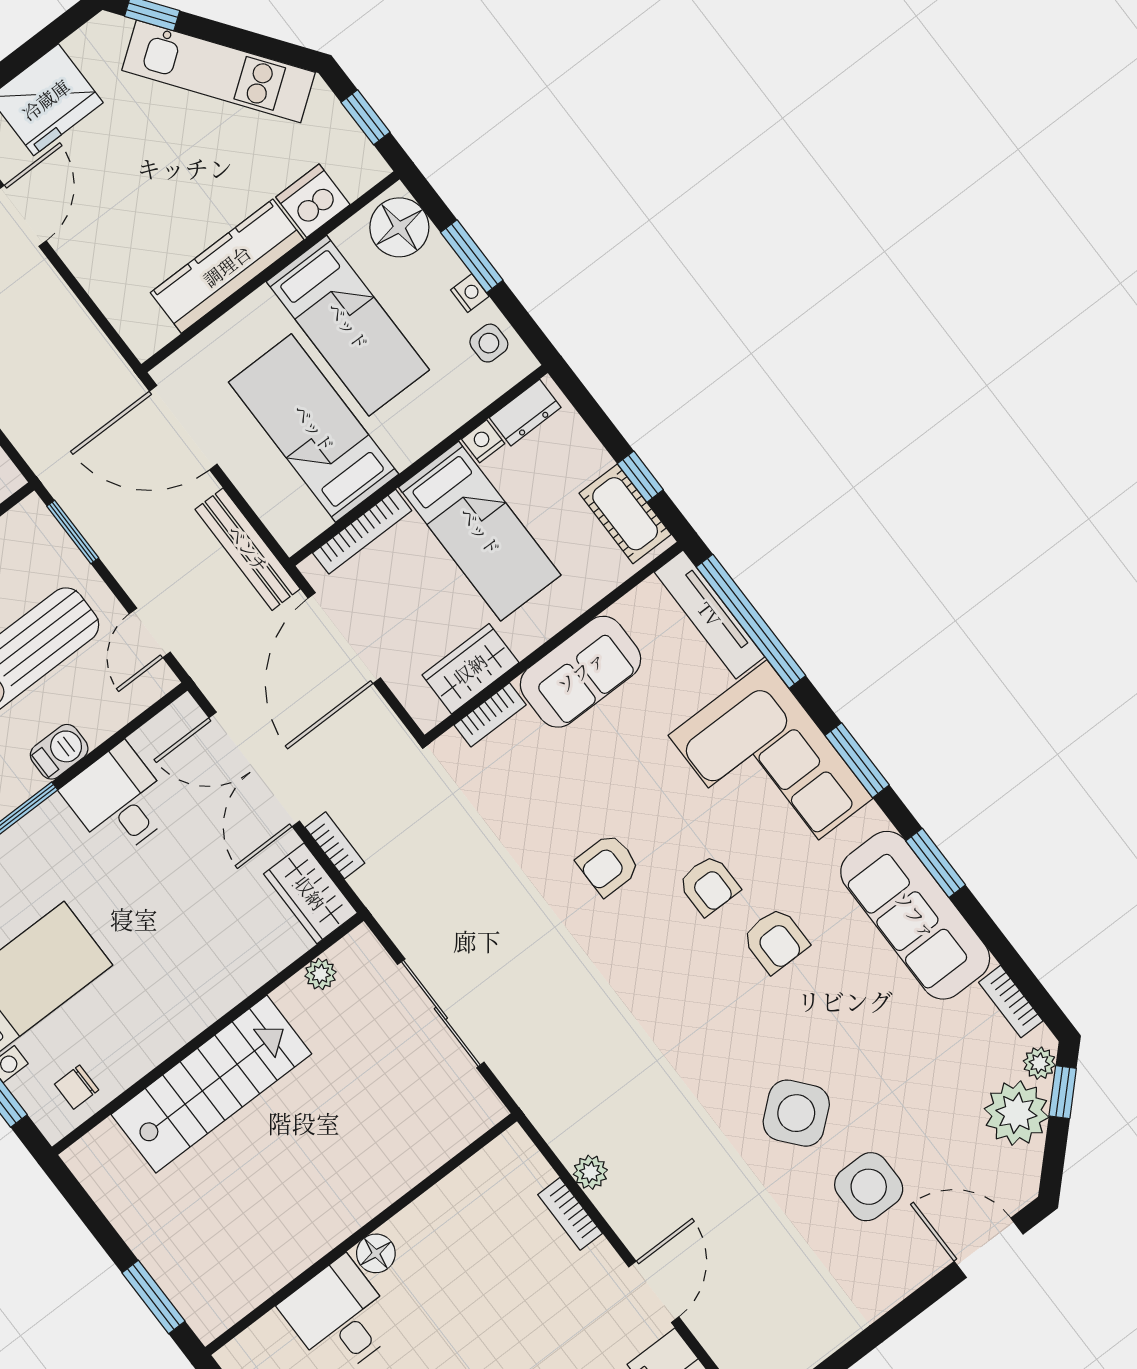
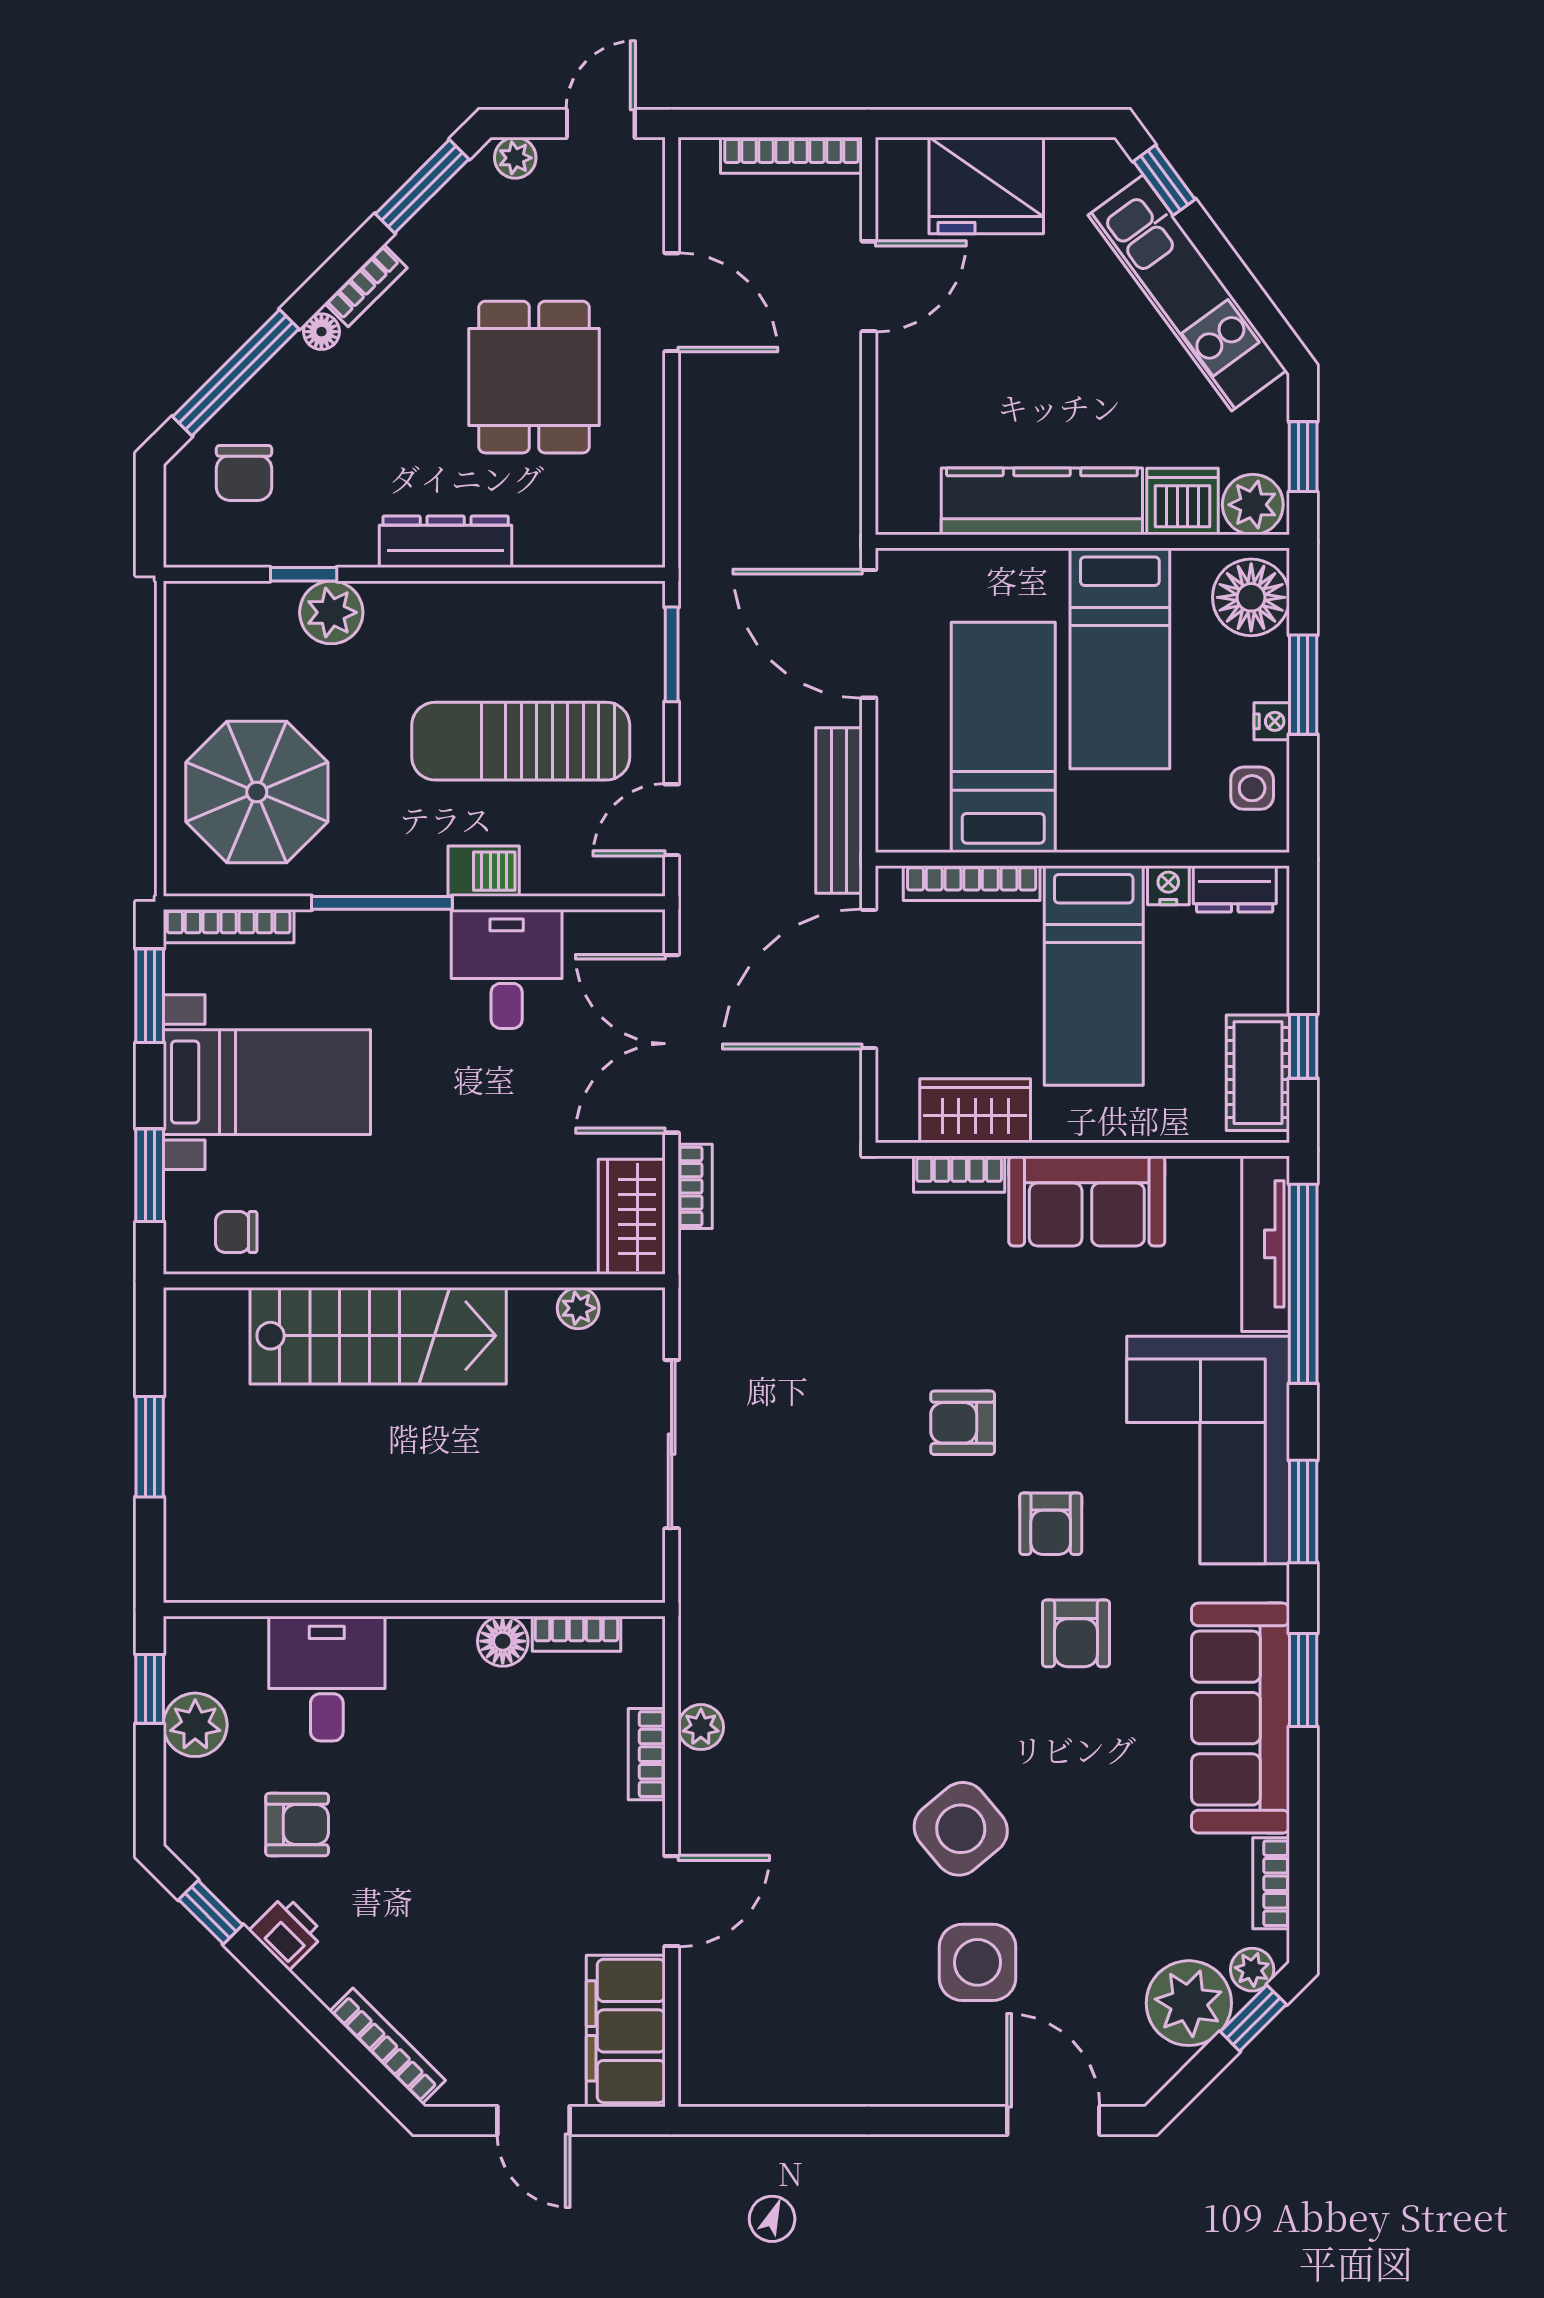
plant: (357, 170) -> (1253, 505), added
bookcase: (471, 1173) -> (577, 1634), added
floor lamp: (376, 1253) -> (503, 1641), moved
window: (154, 1297) -> (150, 1447), moved

